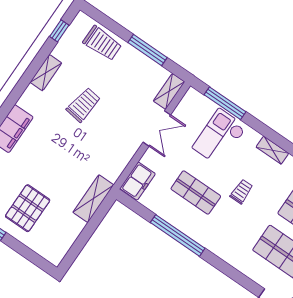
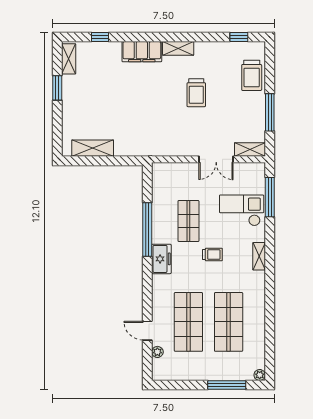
shelving: (46, 73) -> (178, 48), moved
trolley: (83, 105) -> (196, 93), turned 82
freezer: (138, 181) -> (161, 259), moved, turned -90
shelving: (93, 199) -> (93, 148), moved
pallet: (28, 208) -> (91, 104), removed

